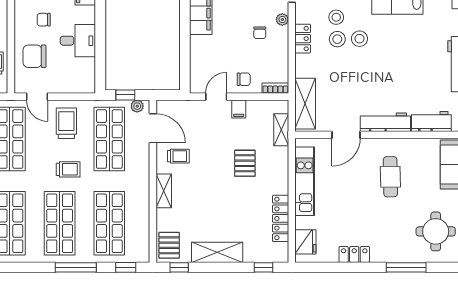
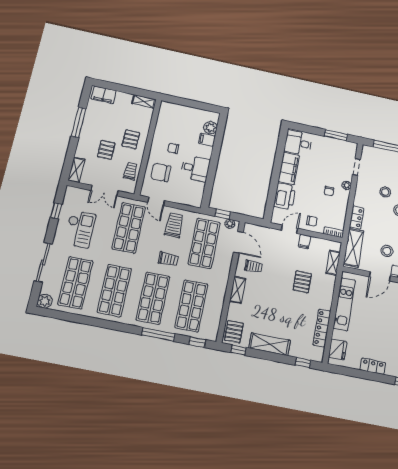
locker: (303, 39) -> (357, 218), moved
stool: (337, 39) -> (387, 251), moved
printer: (202, 53) -> (285, 196), added

